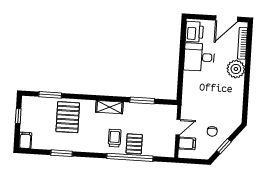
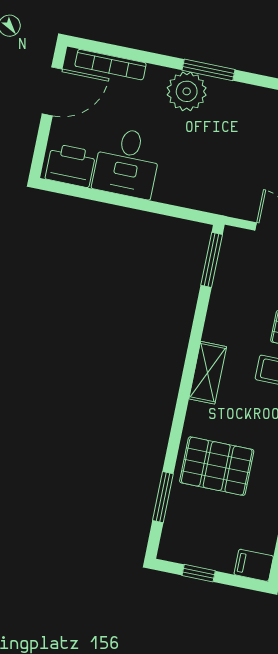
door: (227, 19) -> (52, 91), hinge flipped
plant: (236, 69) -> (187, 91), moved
window: (246, 88) -> (209, 70), added
window: (142, 100) -> (212, 260), moved

